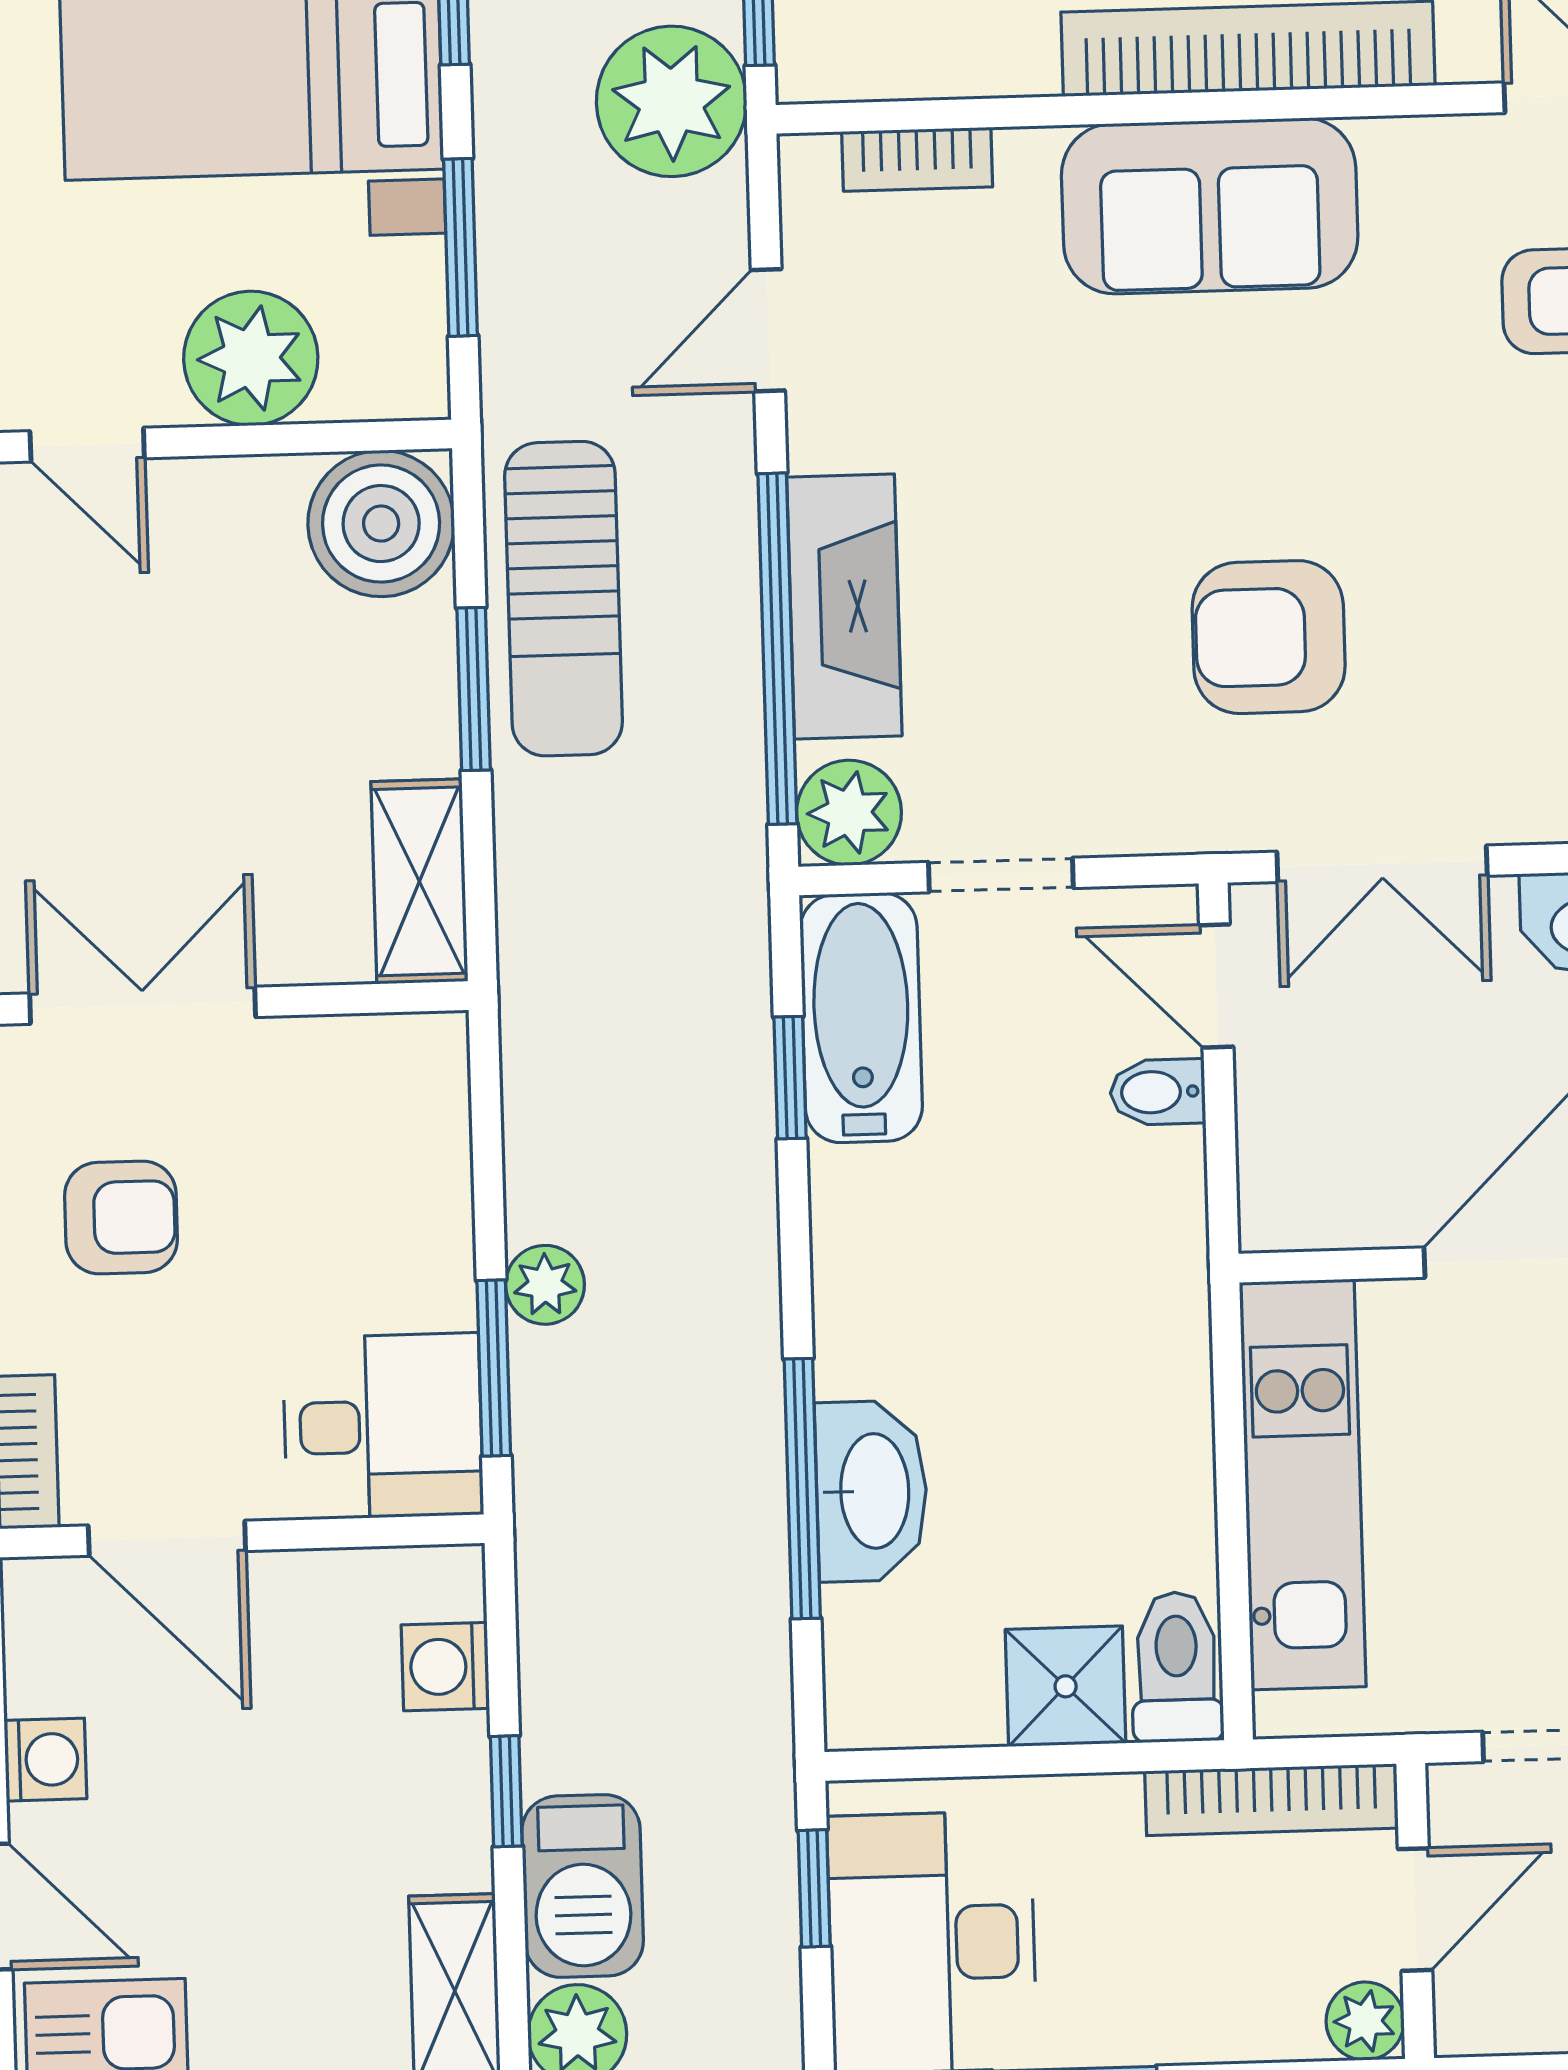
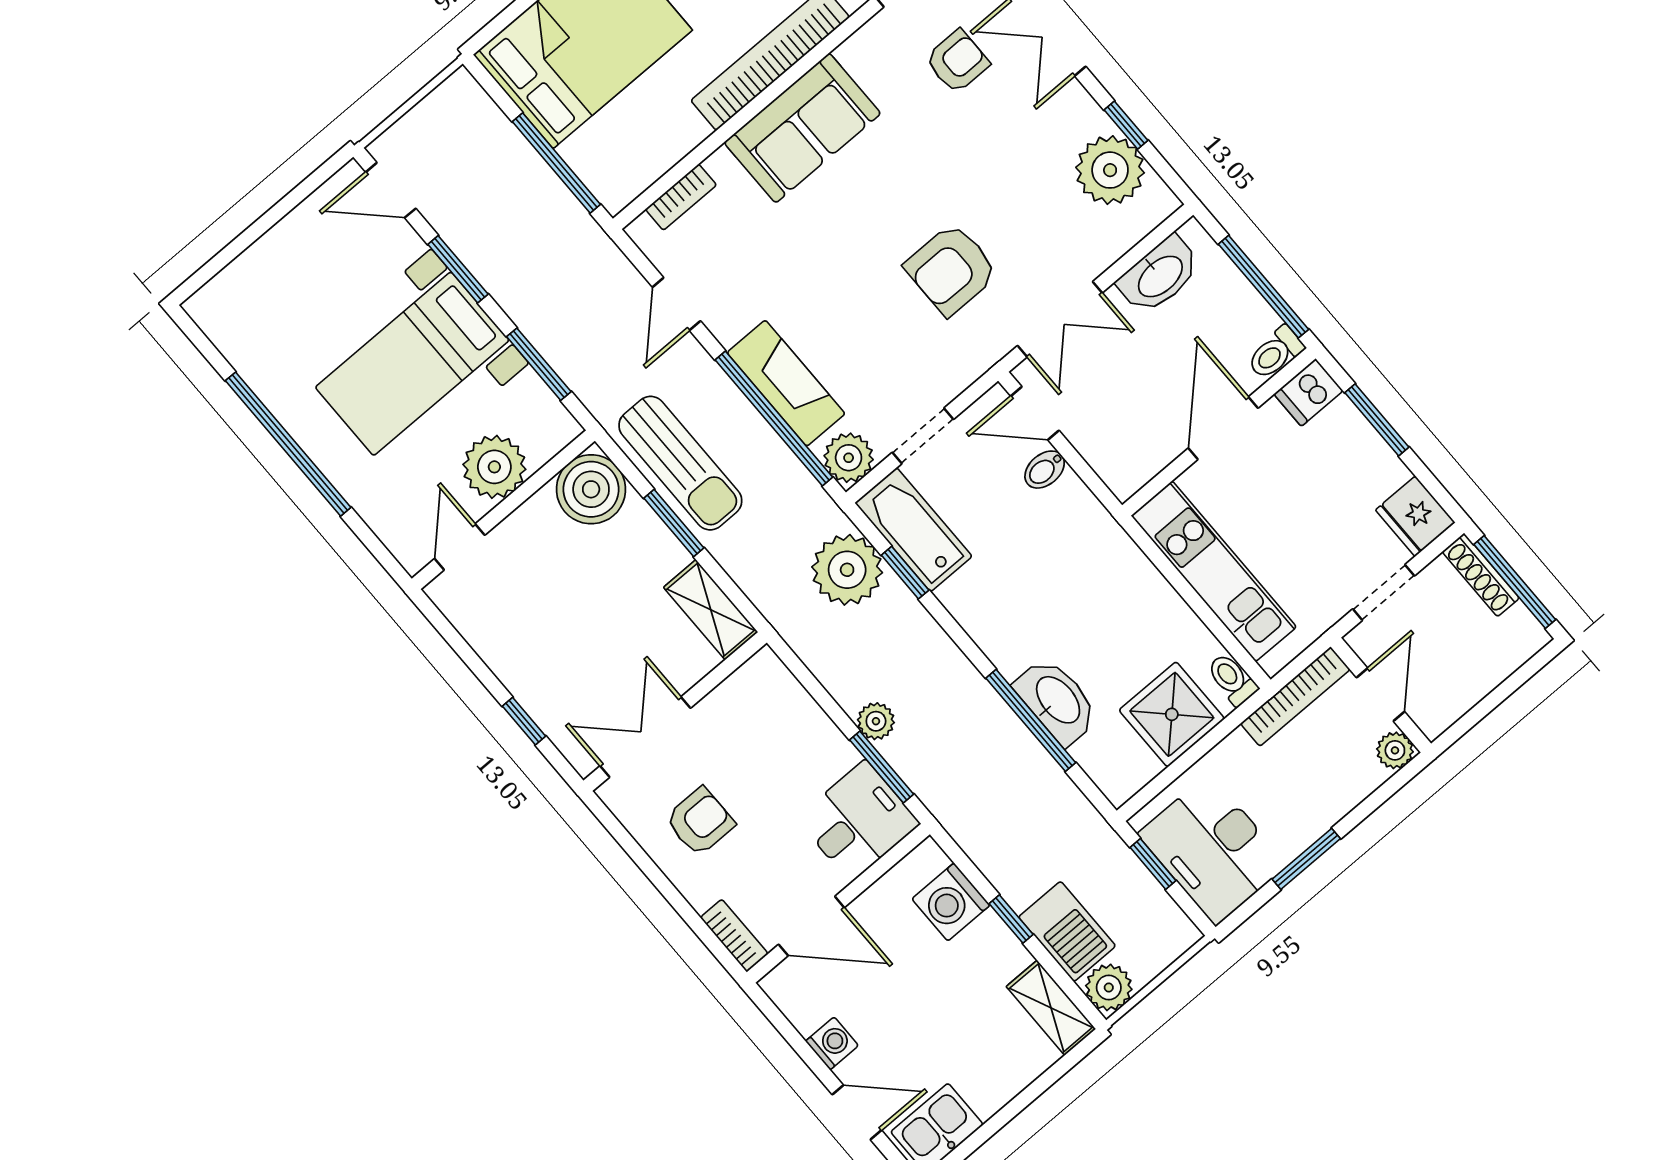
plant: (671, 101) -> (847, 570), moved
door: (87, 445) -> (460, 547), swing flipped
washing machine: (445, 1667) -> (951, 902), width x1.38, depth x1.38
toilet: (1177, 1667) -> (1232, 679), width x0.73, depth x0.72
shower: (1066, 1686) -> (1172, 714), width x1.36, depth x1.36

